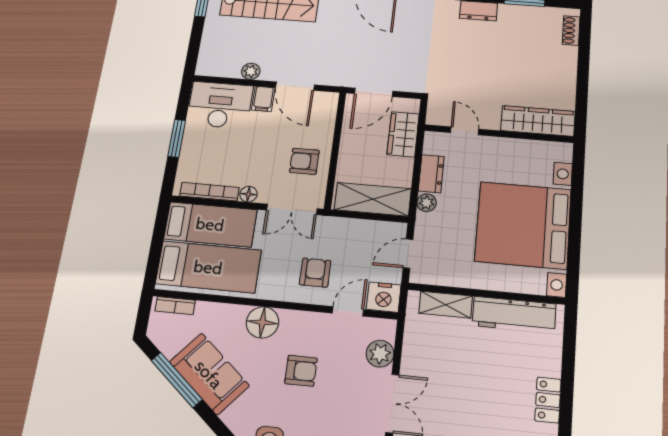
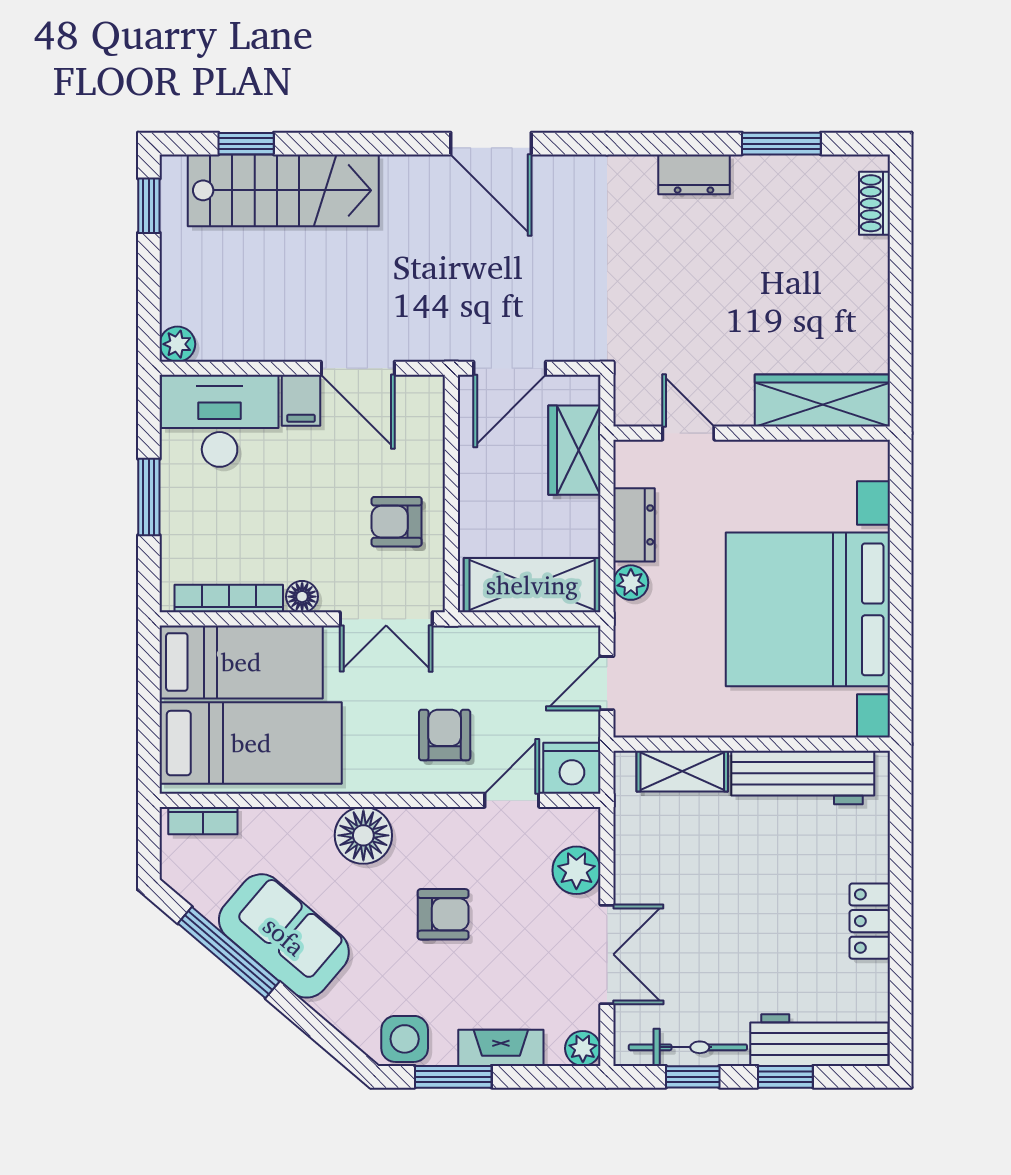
plant: (251, 71) -> (177, 344), moved

